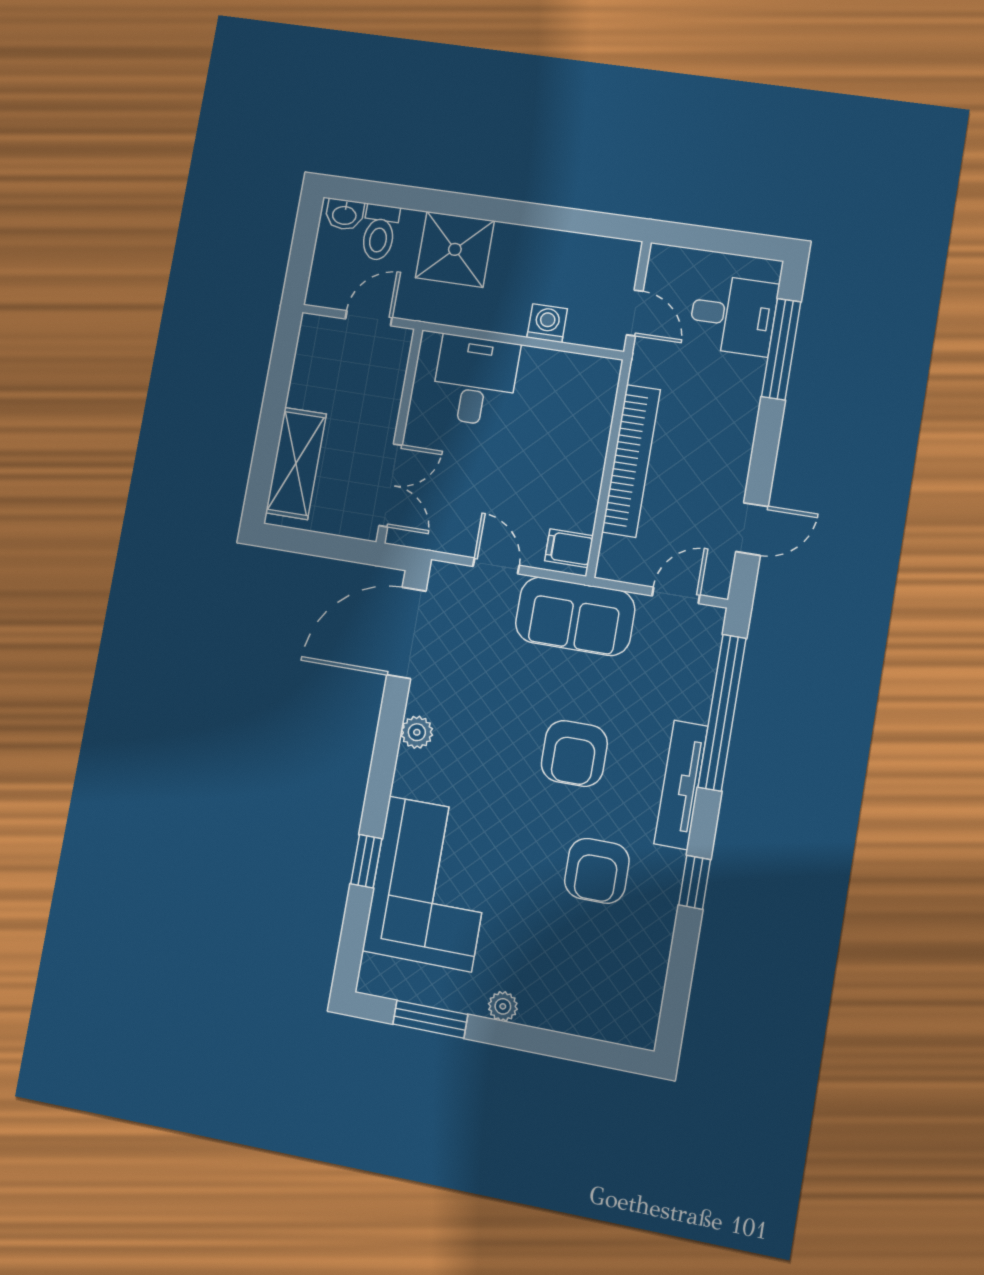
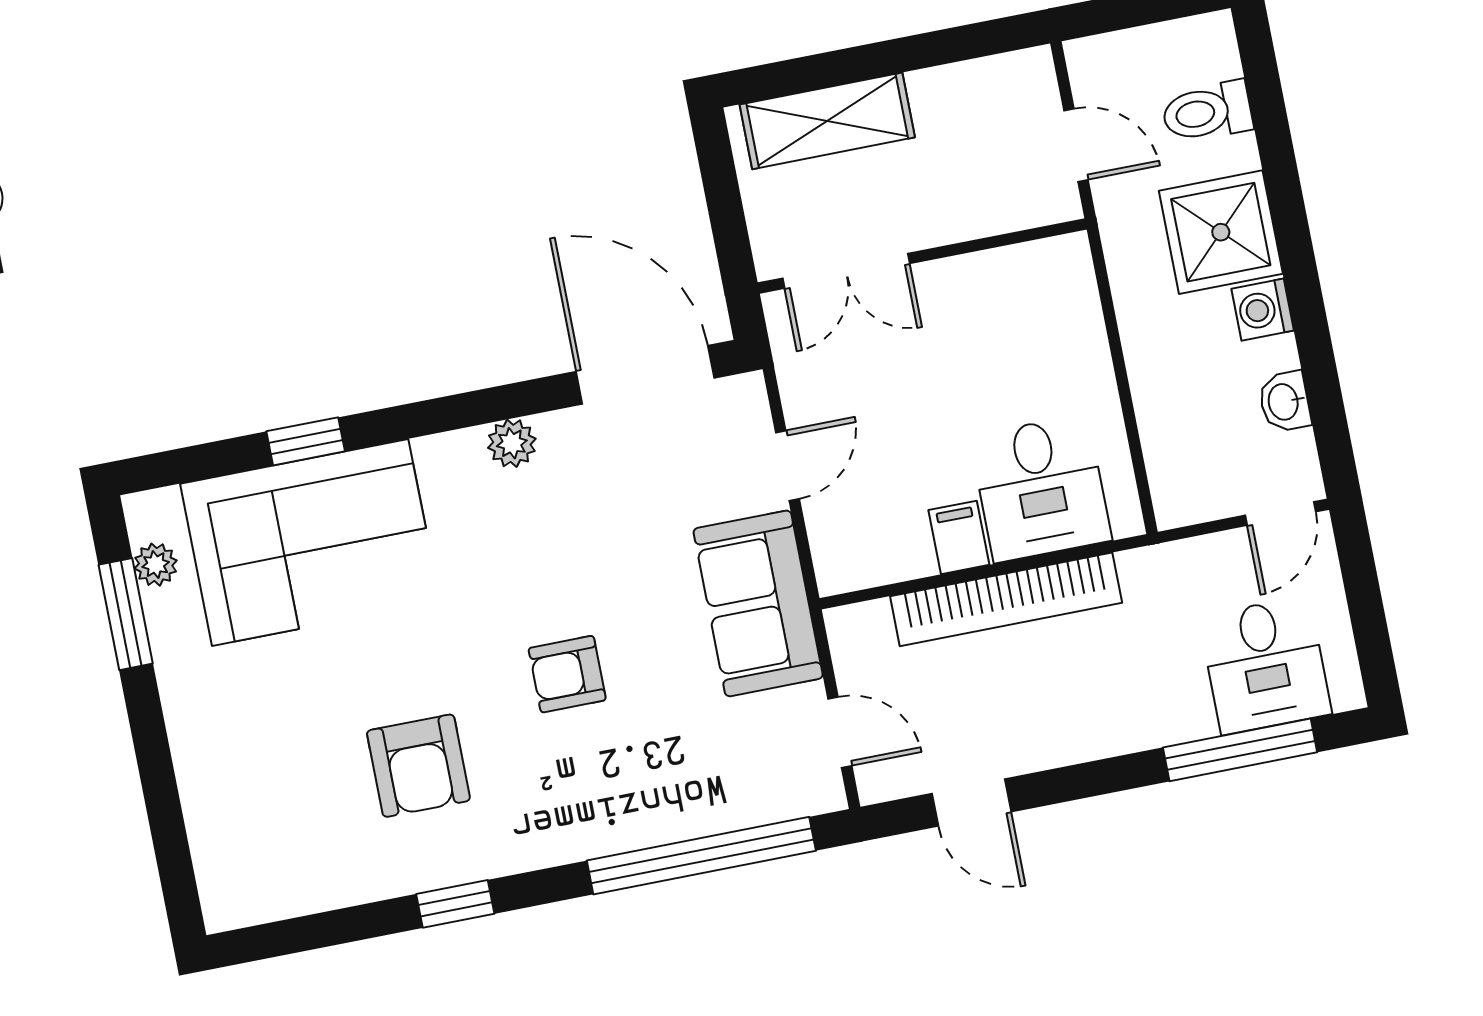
washbasin: (344, 215) -> (1285, 402), moved
door: (635, 313) -> (1280, 514), moved
washing machine: (547, 323) -> (1263, 310), moved, turned 180
desk: (475, 380) -> (1041, 488), moved, turned 90
filing cabinet: (569, 548) -> (959, 537), moved
armchair: (574, 753) -> (567, 674), width x0.72, depth x0.72
tv unit: (681, 785) -> (581, 836), removed
armchair: (597, 871) -> (418, 766), turned -90
plant: (503, 1006) -> (156, 565), moved

